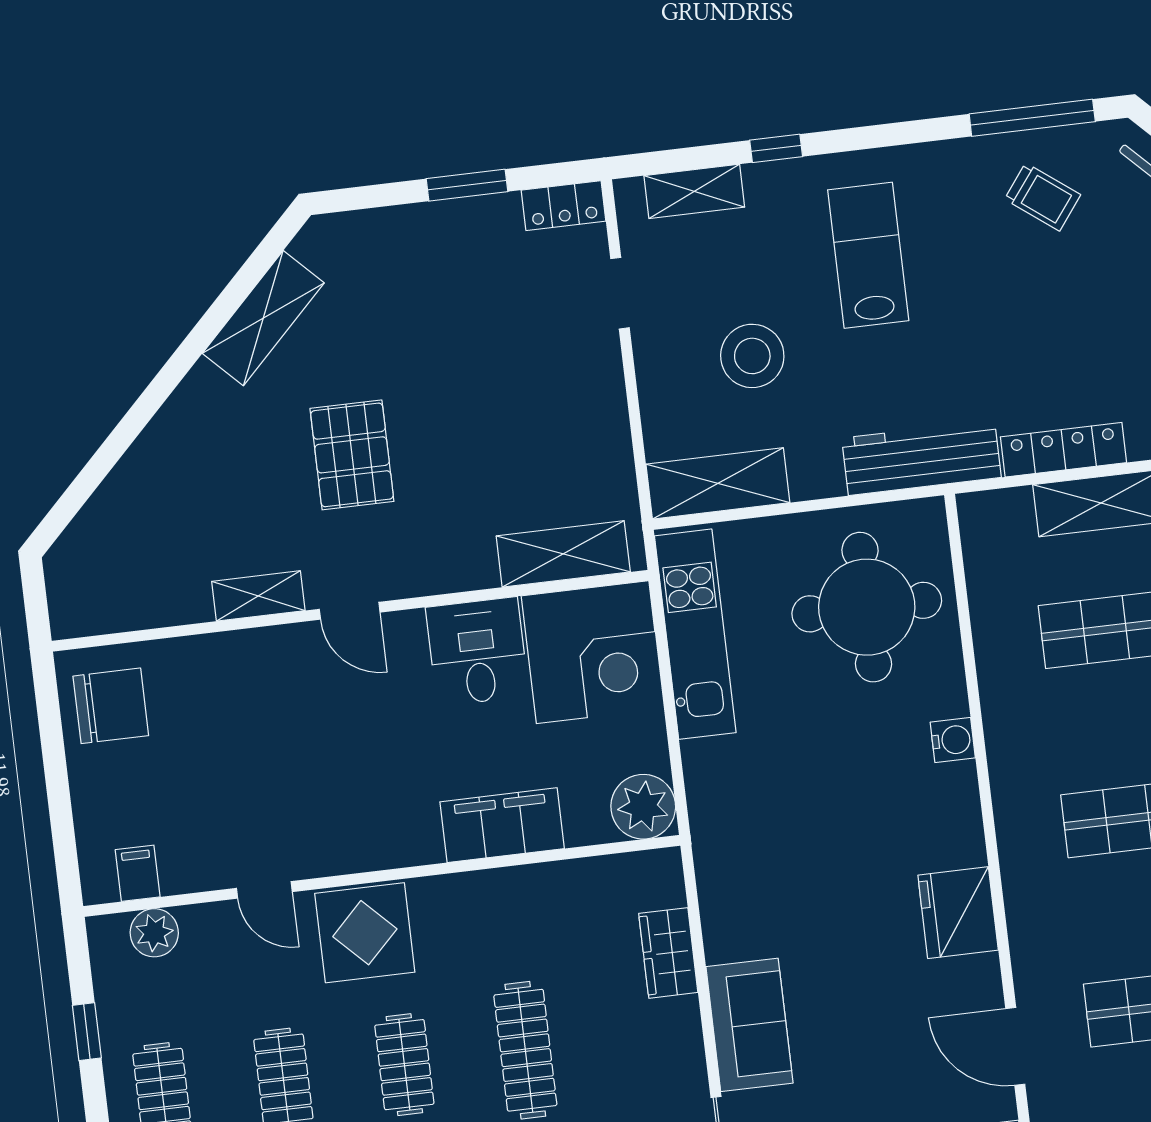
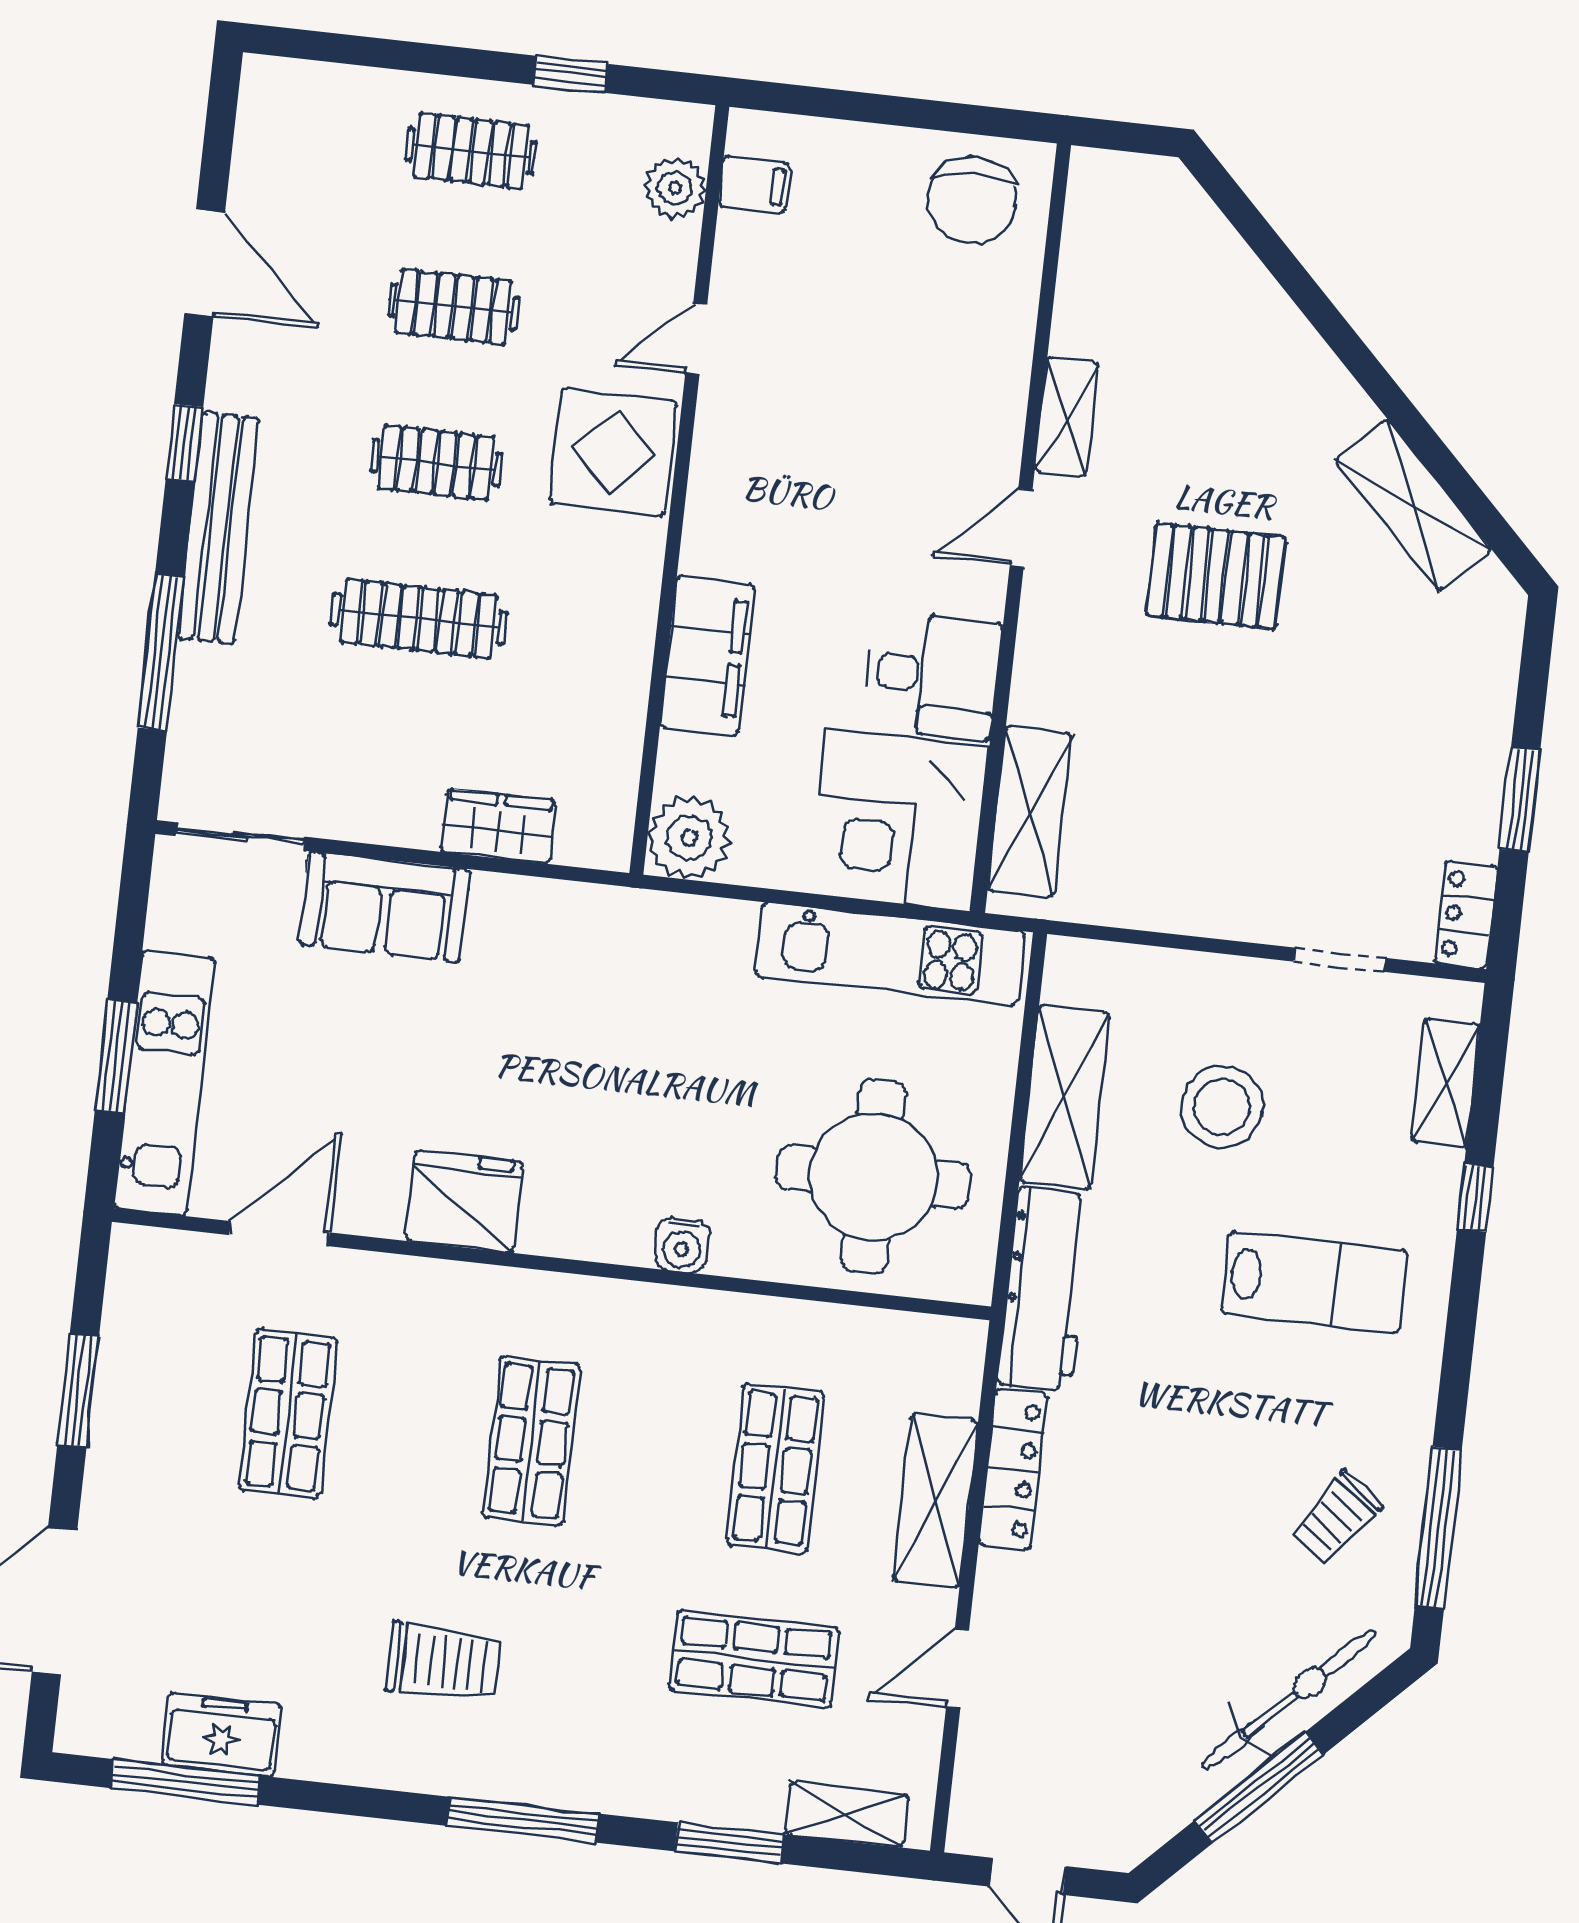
shelving: (718, 483) -> (1065, 1097), moved

